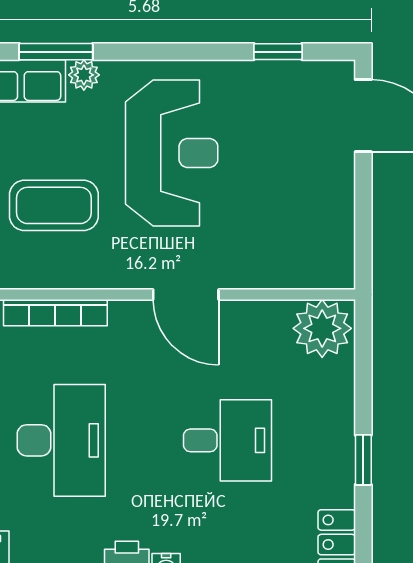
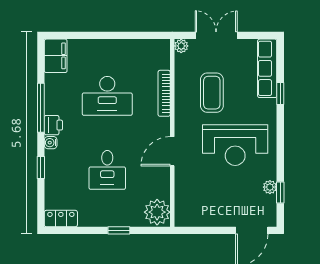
window: (56, 52) -> (280, 94), width x0.67
plant: (84, 75) -> (270, 187), moved
window: (363, 460) -> (119, 230), moved

